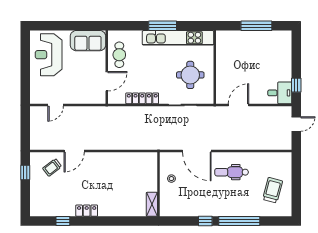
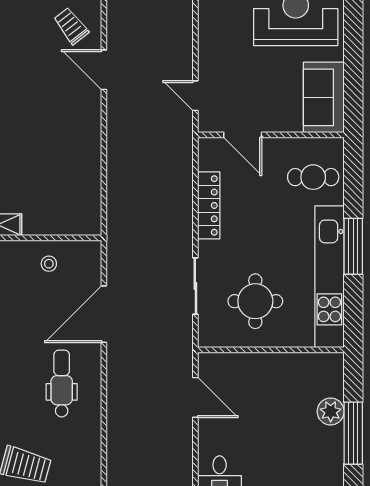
plant: (246, 37) -> (331, 411), added
cafe table: (119, 55) -> (313, 177), moved
door: (56, 105) -> (195, 96), moved

